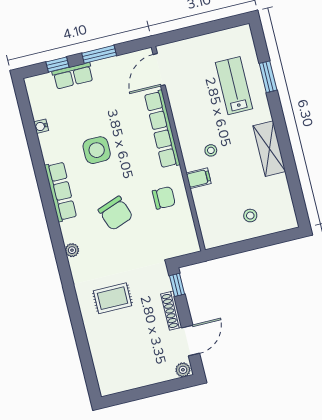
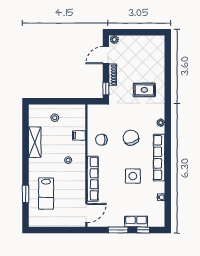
shelving: (269, 149) -> (35, 142), moved
filing cabinet: (199, 178) -> (79, 135), moved
row of seats: (61, 191) -> (159, 158), width x1.36

